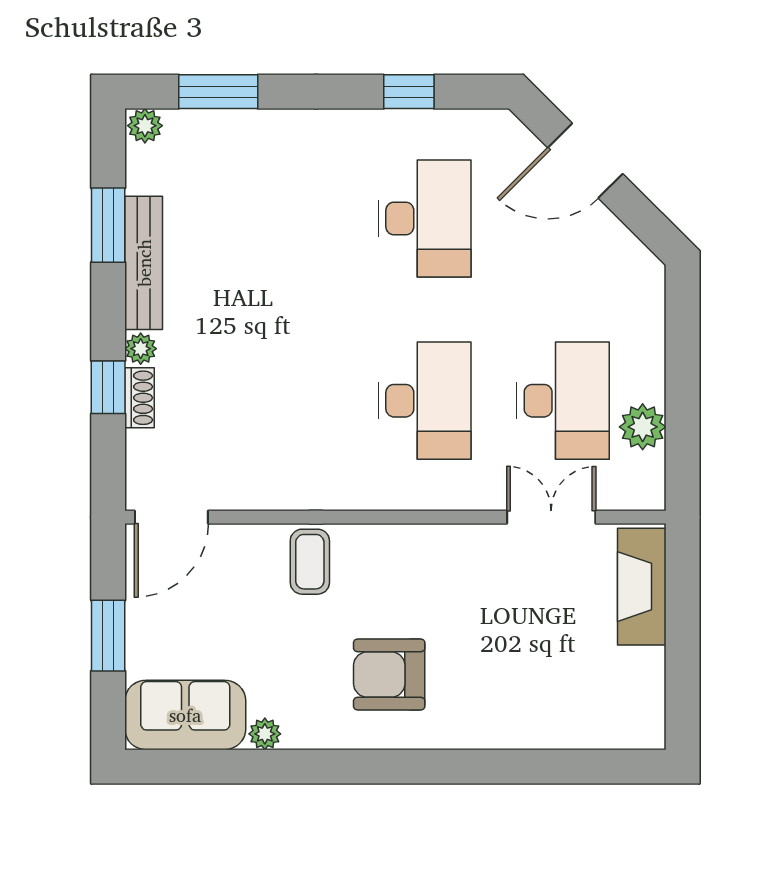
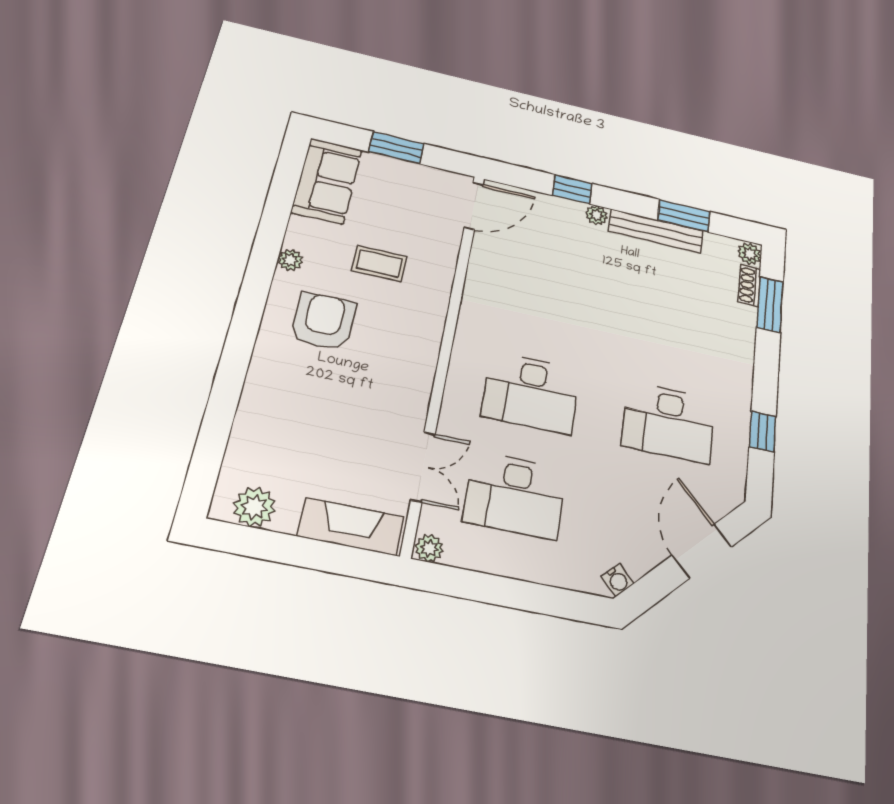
water cooler: (642, 262) -> (617, 580), added
shoe rack: (140, 398) -> (749, 285), moved, turned 90
plant: (643, 427) -> (429, 548), moved, width x0.73, depth x0.73
door: (171, 517) -> (474, 206), swing flipped
coffee table: (310, 562) -> (379, 264), moved
plant: (641, 700) -> (254, 507), added
plant: (265, 734) -> (290, 260), moved

